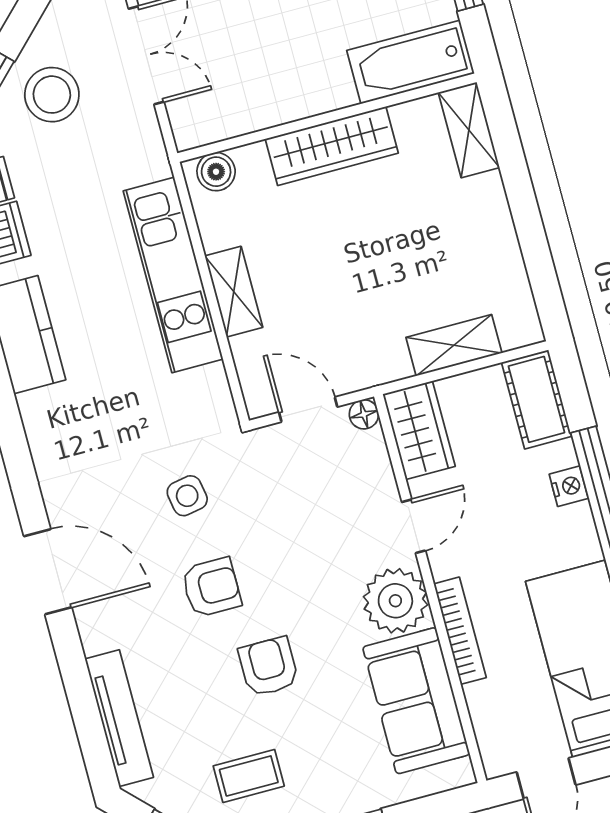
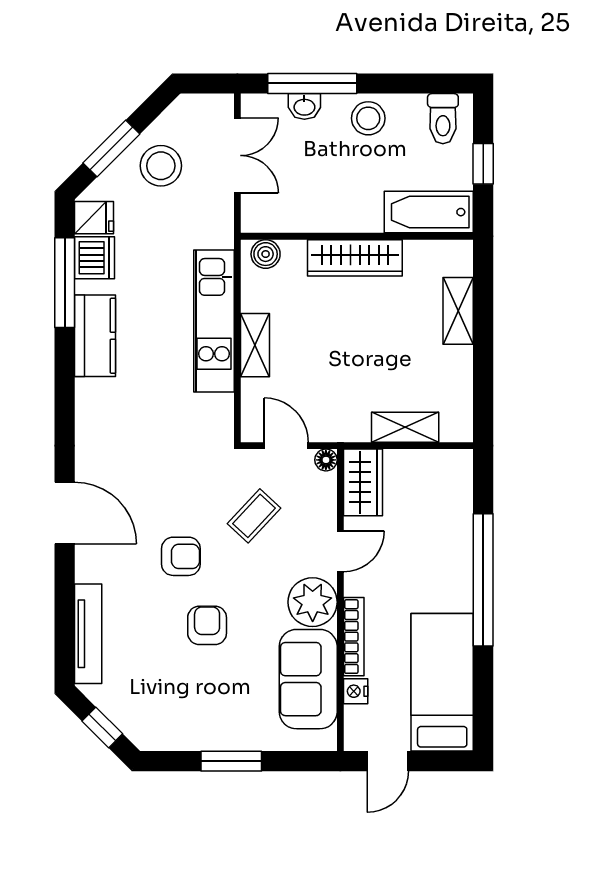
shelving: (469, 130) -> (458, 311), moved
cot: (536, 399) -> (455, 483), removed
nightstand: (569, 486) -> (356, 691), moved, turned 180
side table: (187, 496) -> (181, 485), removed
coffee table: (249, 776) -> (254, 516), moved, turned -47

